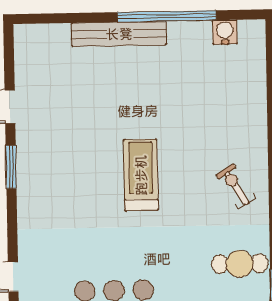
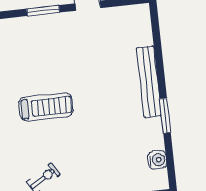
window: (167, 16) -> (165, 116), width x0.47

